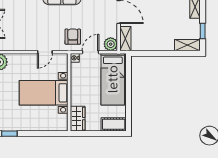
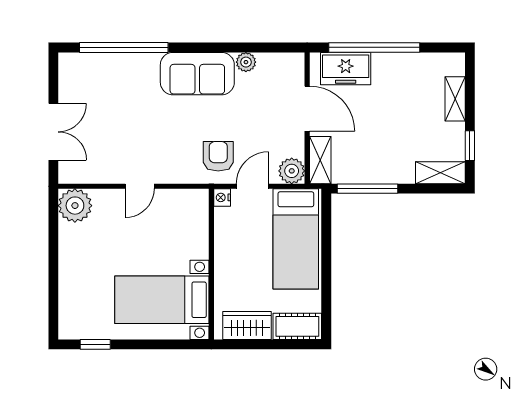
door: (45, 52) -> (140, 186), moved
window: (150, 53) -> (368, 189), added
bed with nightstands: (44, 93) -> (162, 300), moved
wardrobe: (78, 119) -> (247, 325), moved, turned -90

